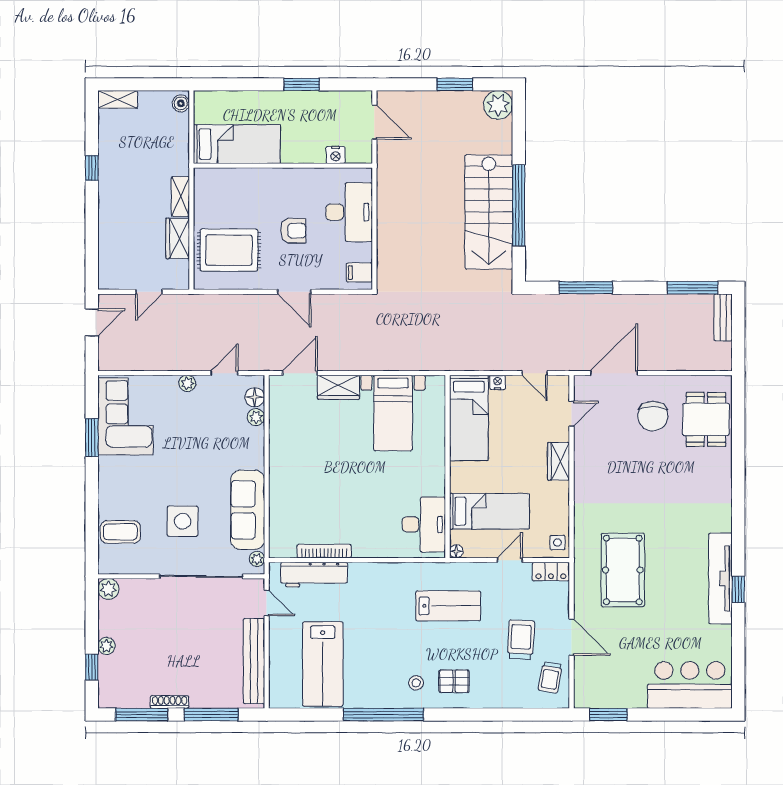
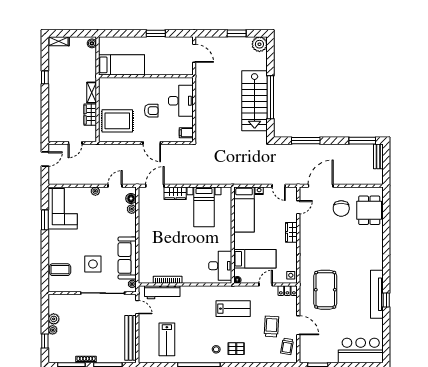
nightstand: (336, 155) -> (174, 71), removed
plant: (108, 589) -> (54, 319), moved
lab bench: (323, 664) -> (167, 339), width x0.73, depth x0.72

